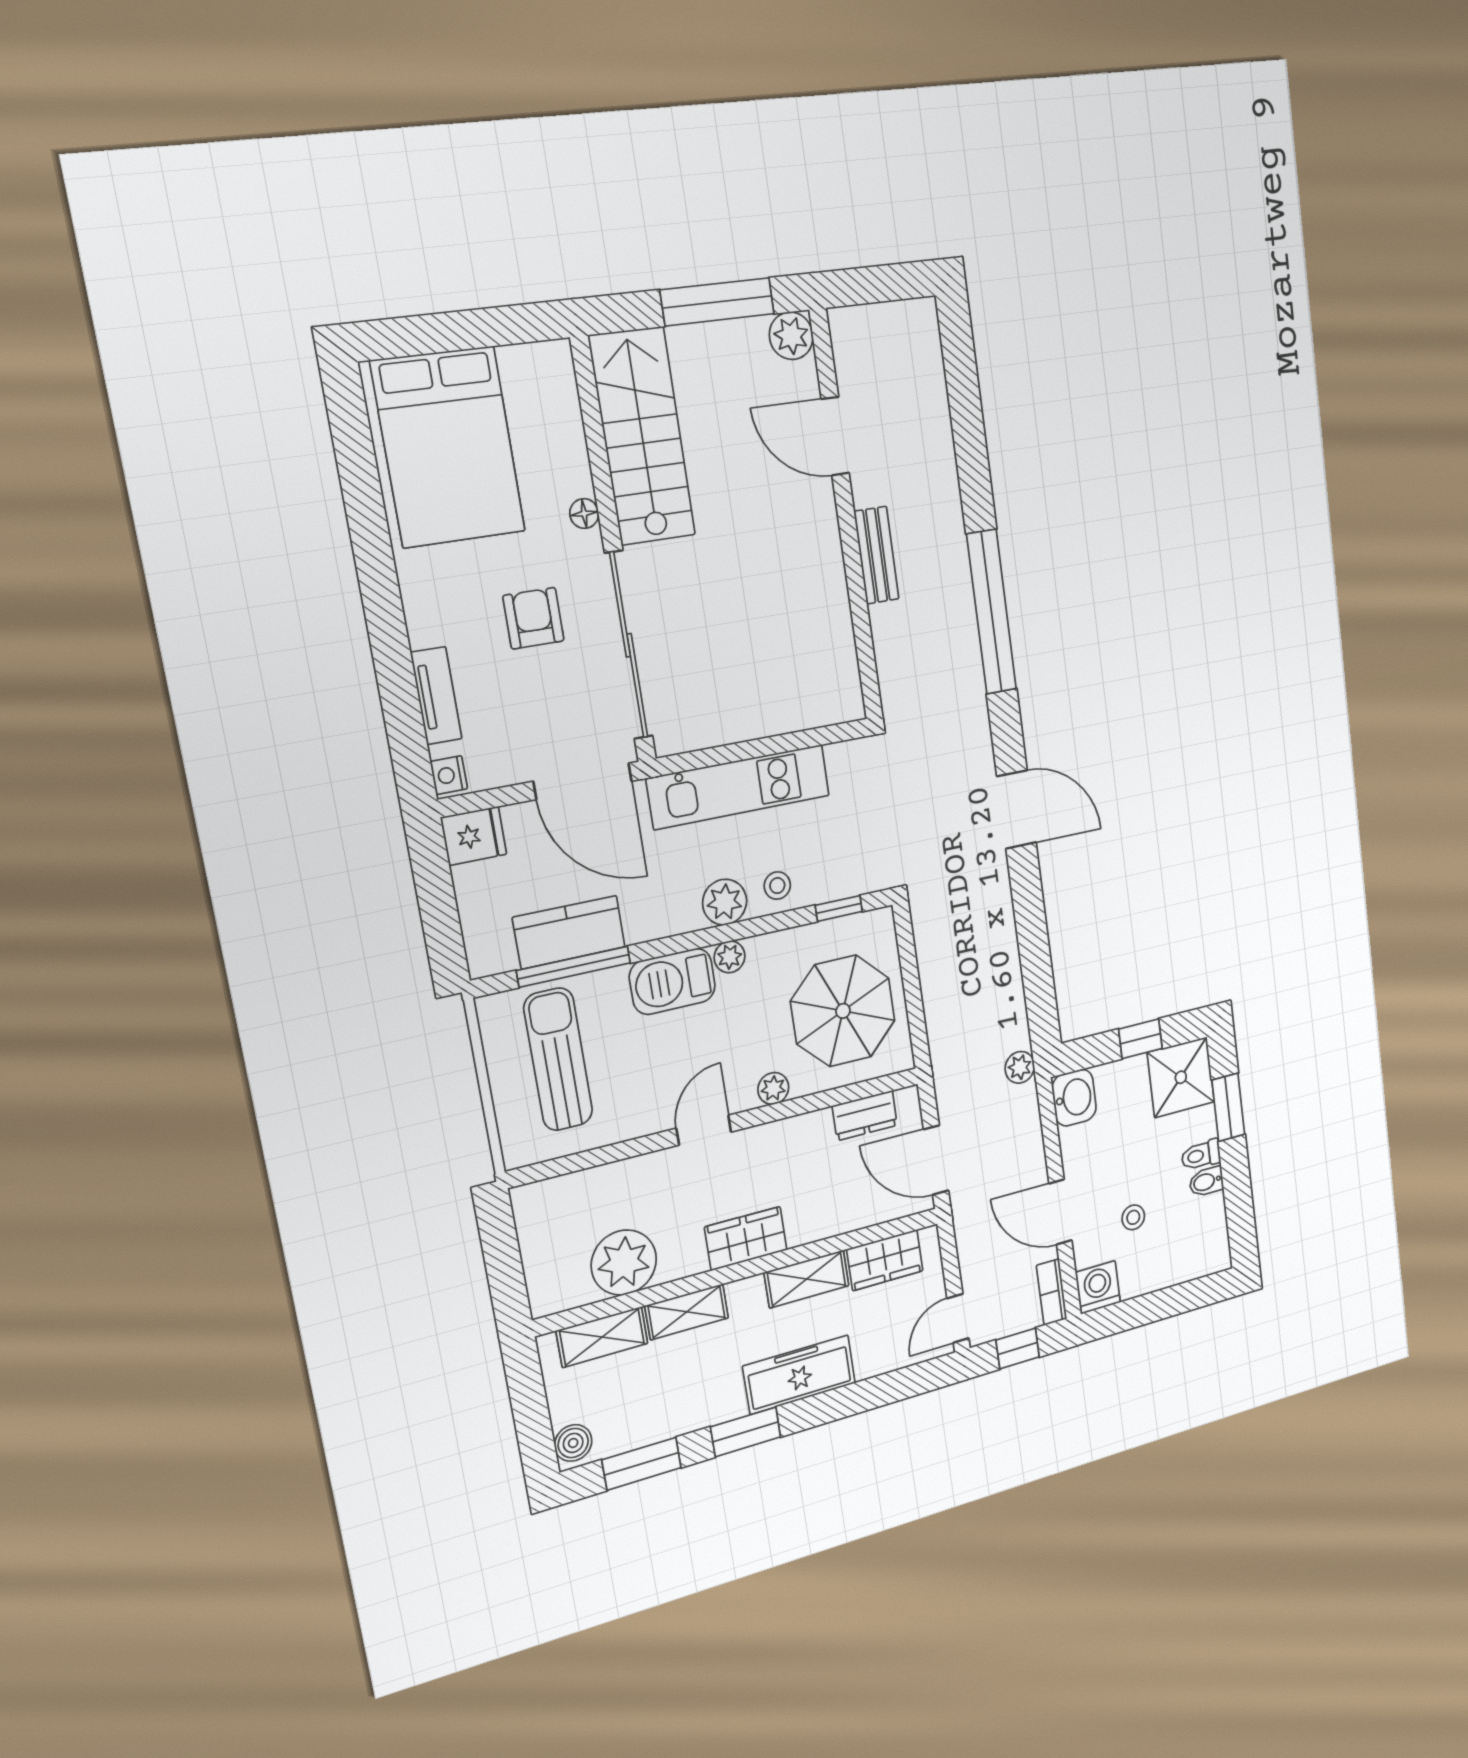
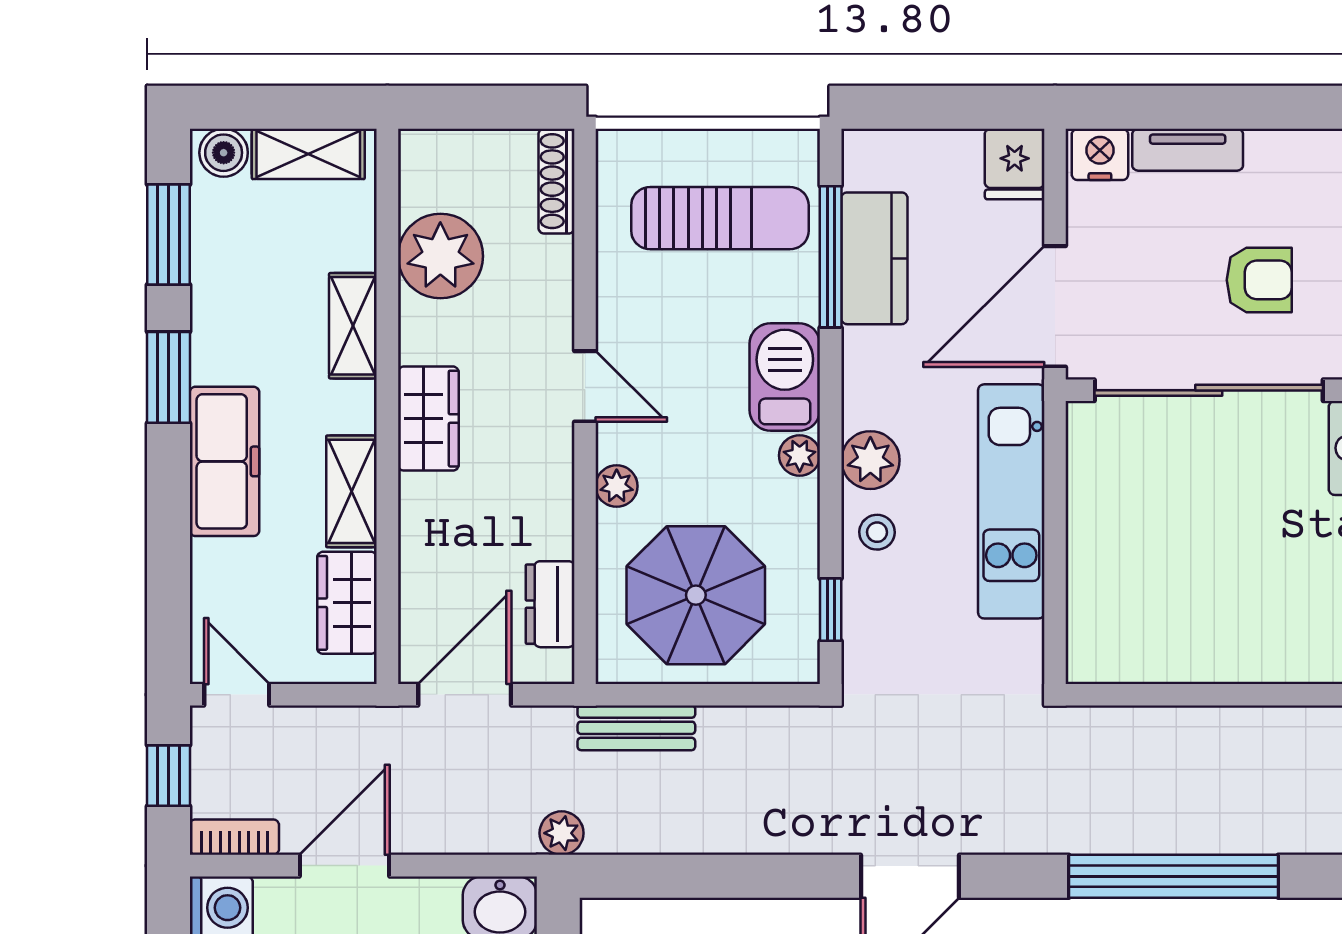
bench: (876, 555) -> (636, 728), moved
nightstand: (449, 775) -> (1100, 154), width x1.39, depth x1.35
shoe rack: (551, 1191) -> (556, 181), added
shelving: (602, 1337) -> (308, 154), moved, turned 90

